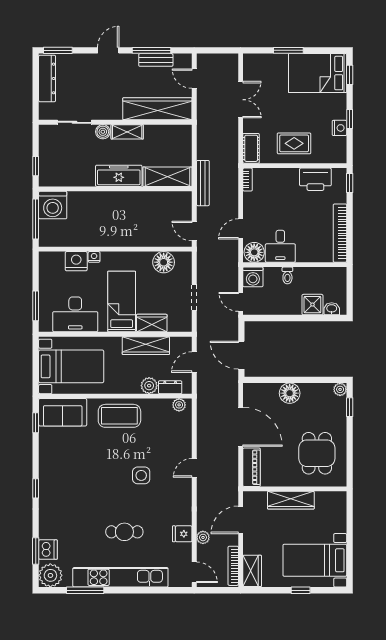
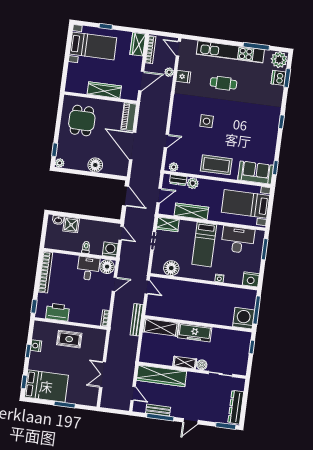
cot: (251, 148) -> (100, 340), removed
nightstand: (76, 261) -> (251, 279), moved
wardrobe: (152, 323) -> (168, 224), moved
door: (194, 468) -> (166, 141), moved

